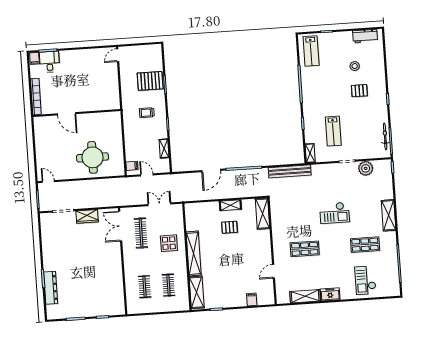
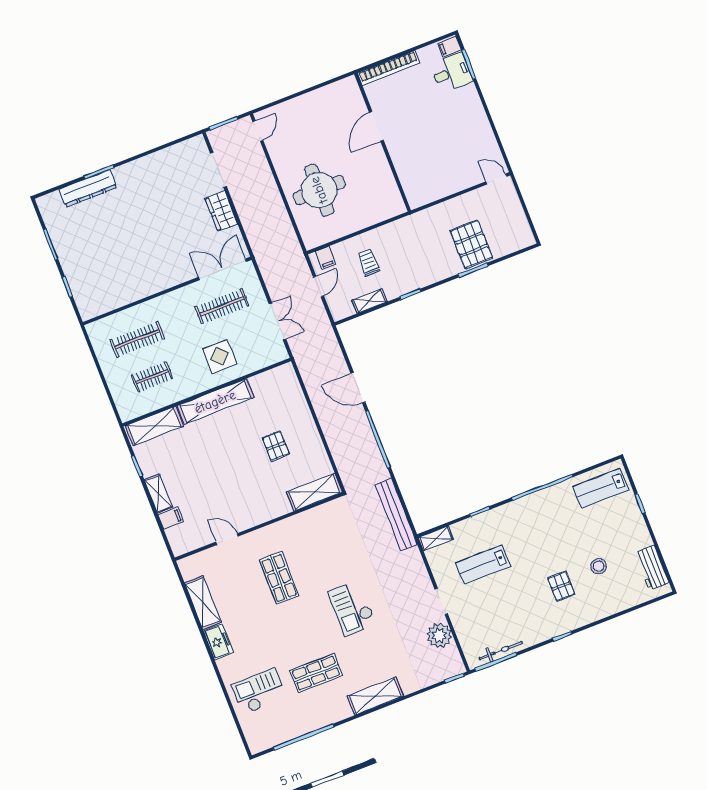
trolley: (147, 113) -> (368, 262), moved
shelving: (230, 205) -> (158, 494), moved
shop shelf: (365, 245) -> (316, 673), turned 90
clothes rail: (145, 287) -> (137, 339), width x1.36

